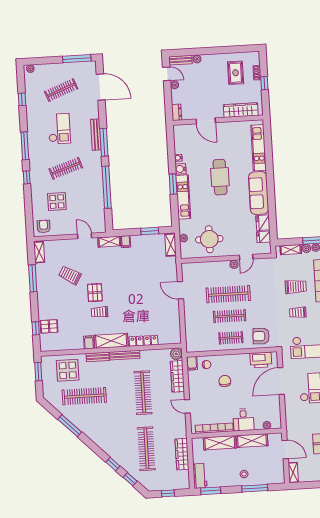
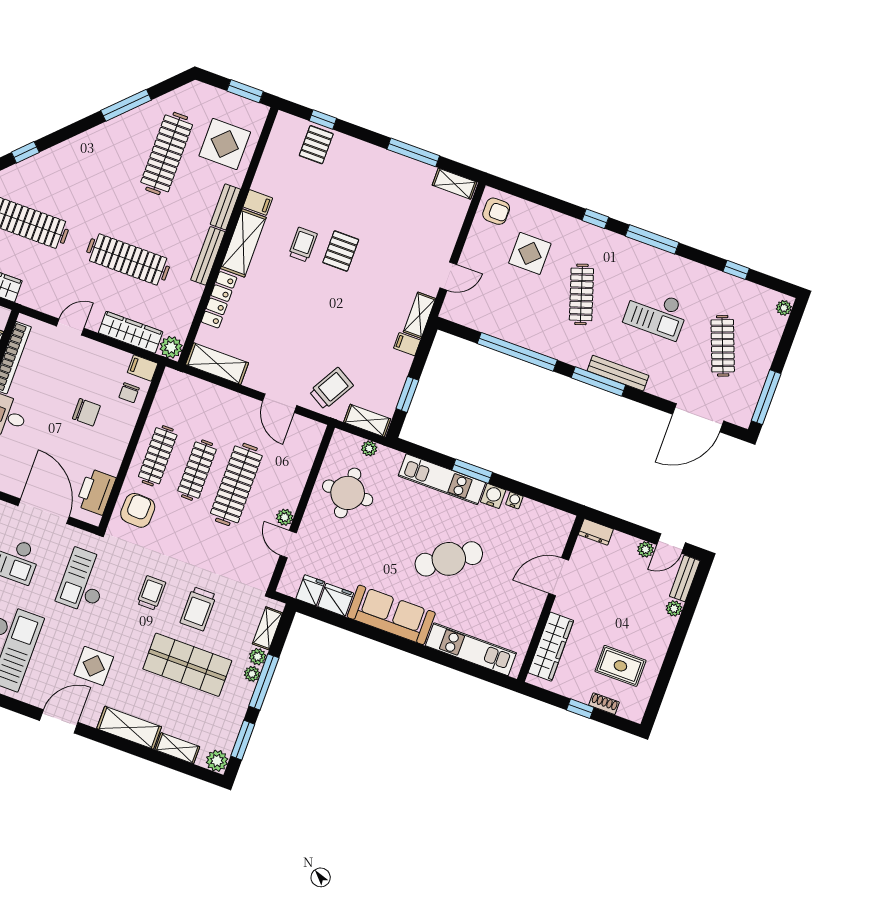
cafe table: (220, 177) -> (449, 559), turned -34
trolley: (70, 275) -> (331, 388), moved
door: (180, 290) -> (280, 403), swing flipped
pallet: (95, 293) -> (341, 251), turned 90
shelving: (174, 328) -> (217, 364), added
clothes rail: (231, 338) -> (158, 456), width x1.36

